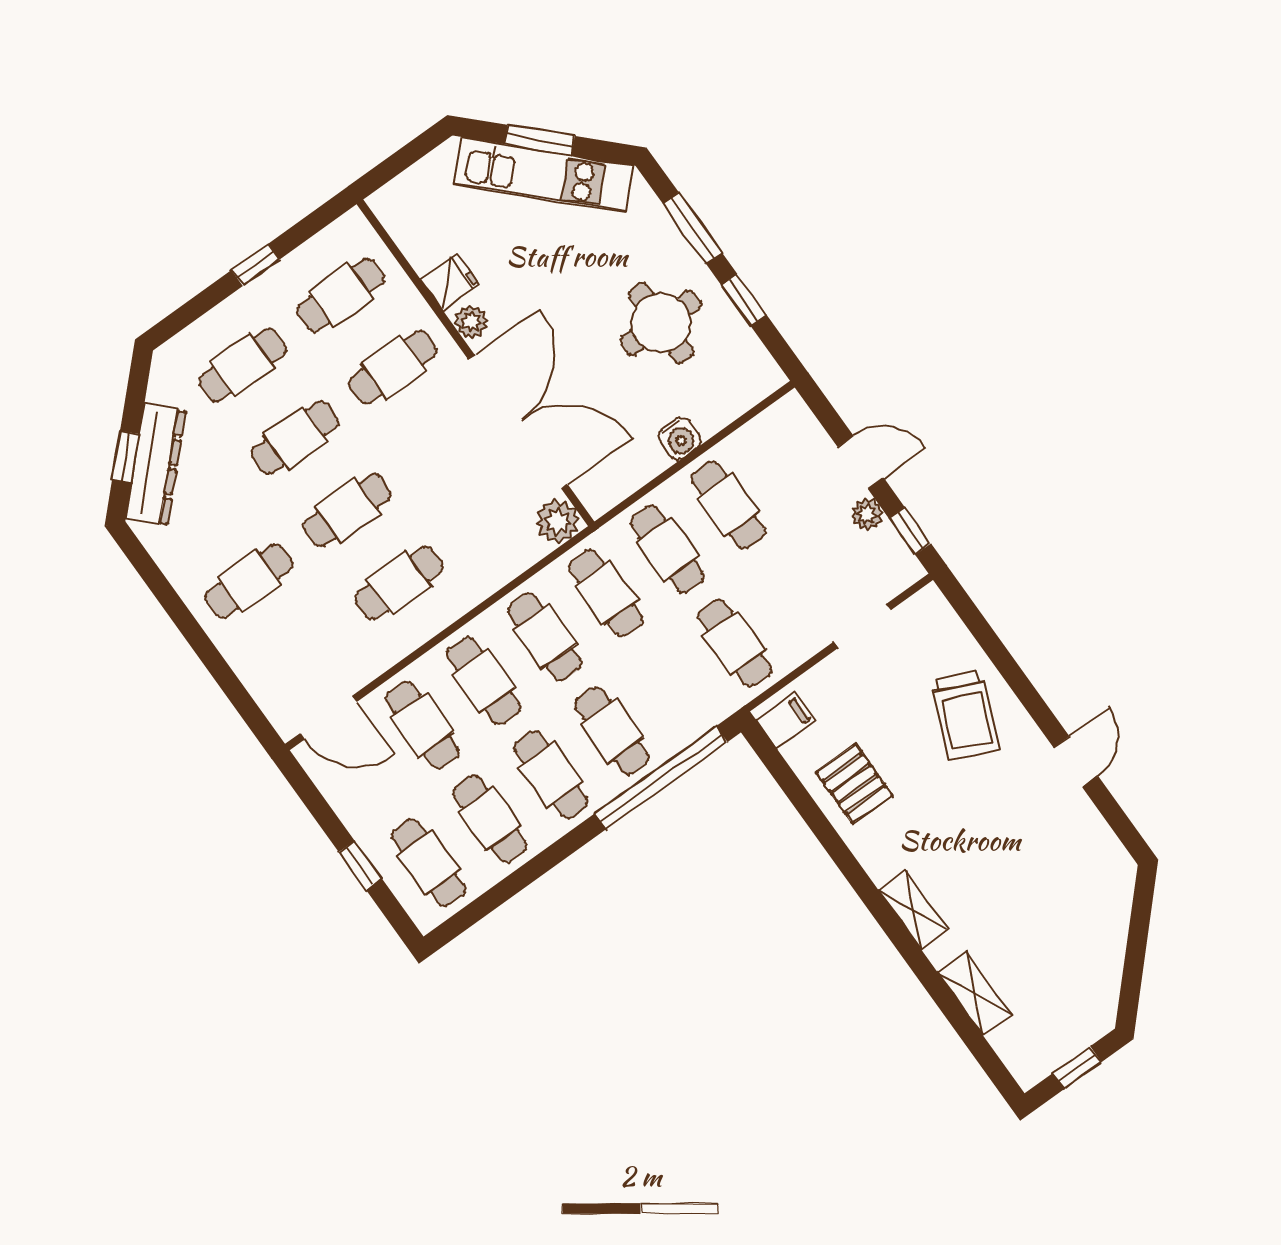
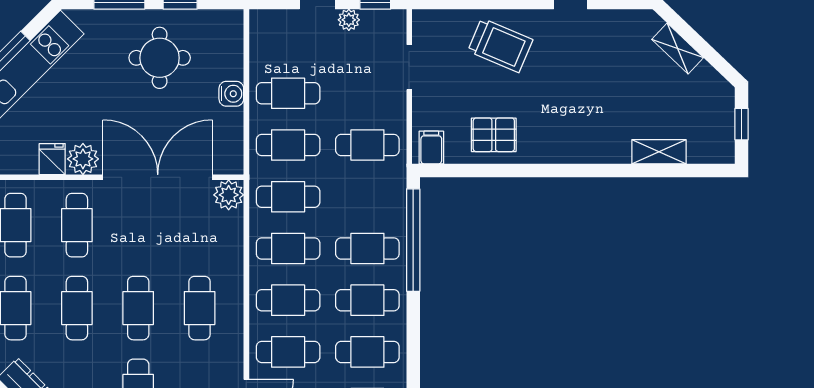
plant: (471, 322) -> (83, 159), width x1.38, depth x1.38
shelving: (913, 910) -> (678, 48), moved, turned 44

